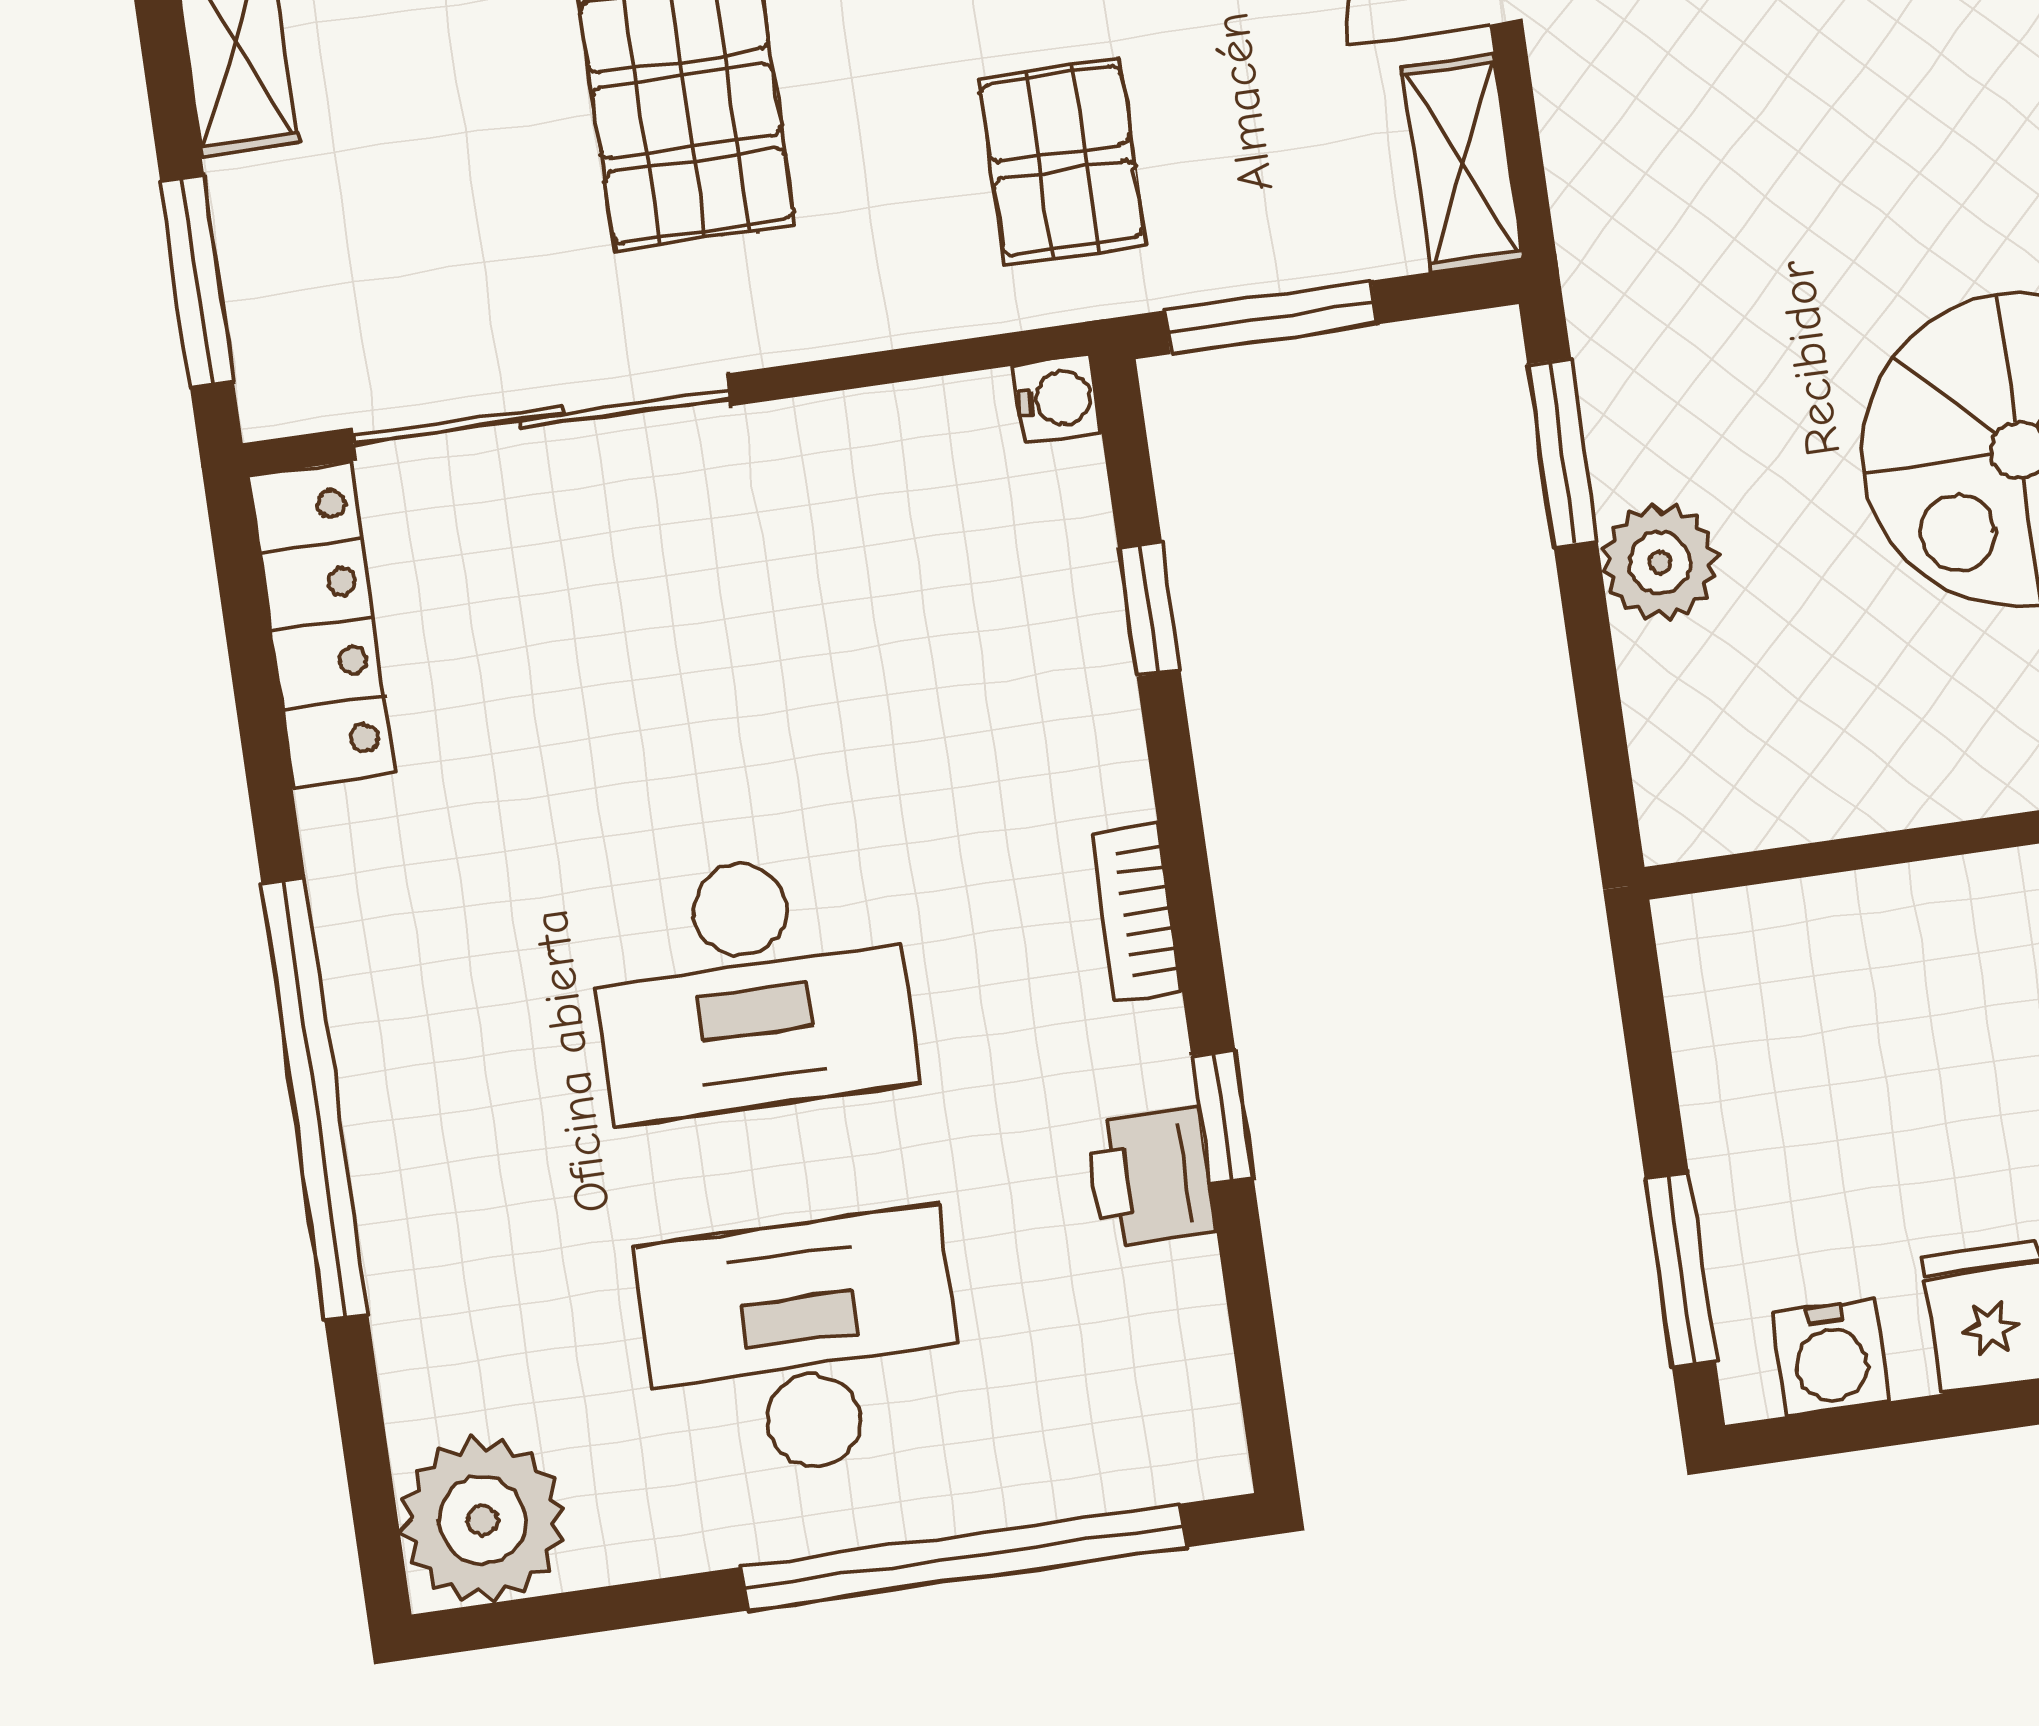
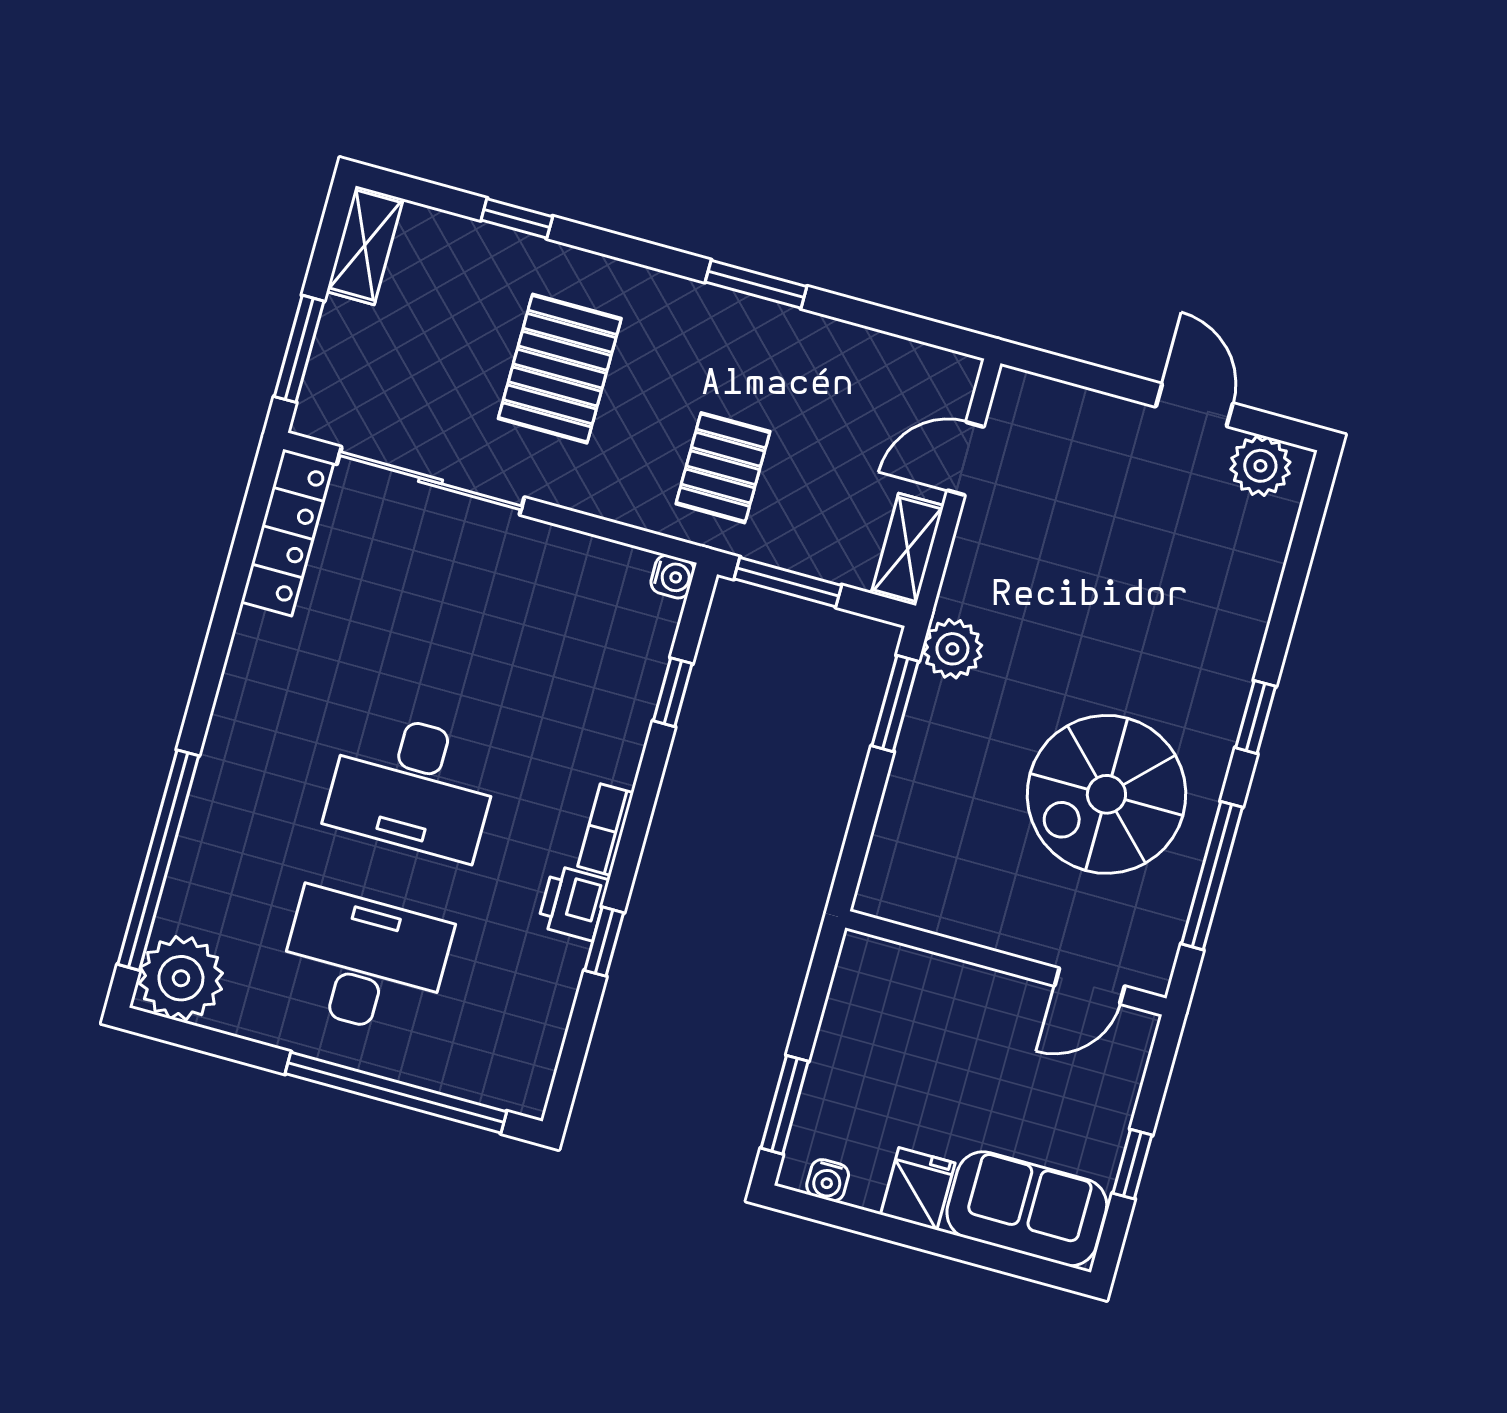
plant: (1660, 563) -> (952, 649), moved
window: (315, 1098) -> (158, 860), moved
printer: (1151, 1177) -> (573, 903), moved
water cooler: (1831, 1357) -> (828, 1180), width x0.72, depth x0.72

